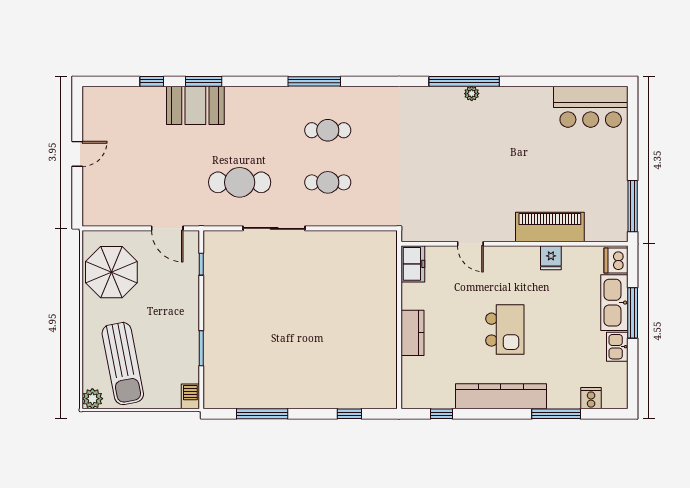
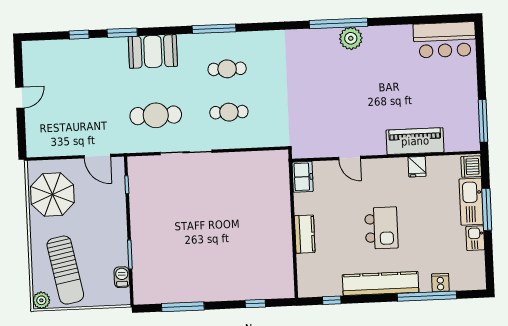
plant: (472, 94) -> (351, 38), width x1.87, depth x1.87
booth: (195, 105) -> (153, 51), moved
barbecue: (190, 396) -> (122, 277), moved
cooker: (591, 398) -> (440, 283), moved
window: (556, 414) -> (427, 296), width x1.46

